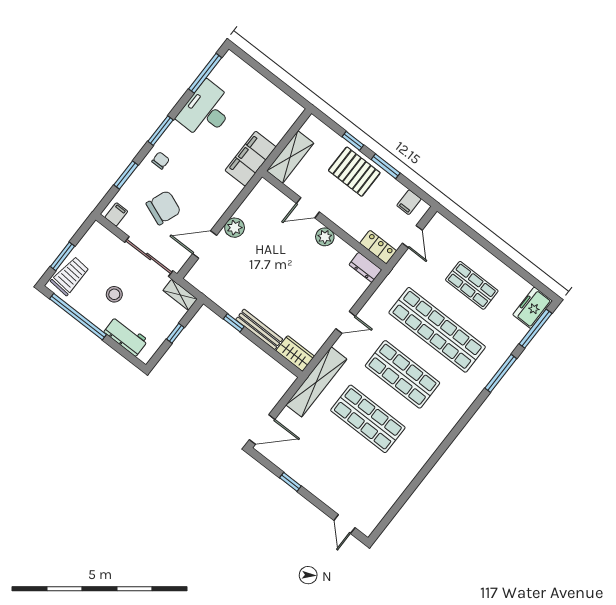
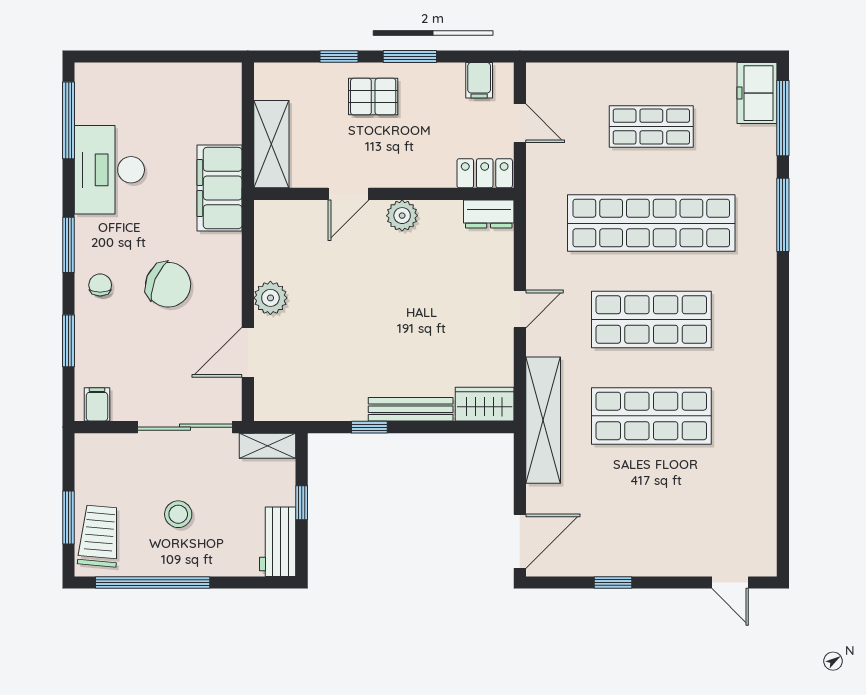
pallet: (354, 172) -> (373, 97), width x0.67, depth x0.71
chair: (163, 208) -> (168, 285), moved, turned 92
workbench: (126, 336) -> (278, 542), moved, turned -90

